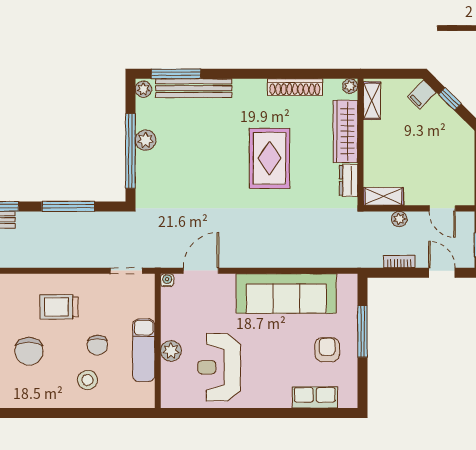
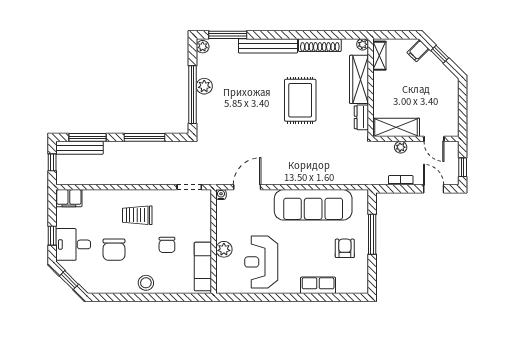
bench: (194, 88) -> (268, 46), moved
shelving: (383, 196) -> (396, 127), width x1.50, depth x1.33
exam couch: (144, 350) -> (203, 267), moved
stool: (87, 380) -> (146, 283), moved
row of seats: (315, 397) -> (318, 285), moved

